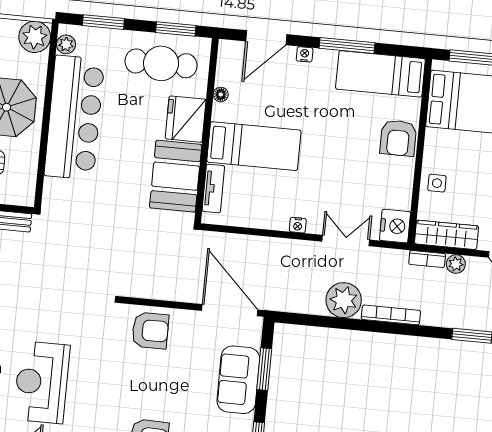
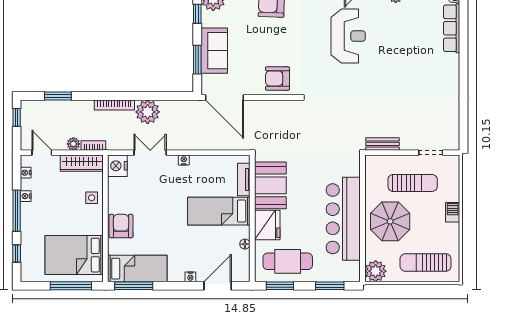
plant: (66, 44) -> (354, 268), removed
window: (347, 45) -> (134, 286), moved
double door: (346, 241) -> (150, 153), swing flipped

